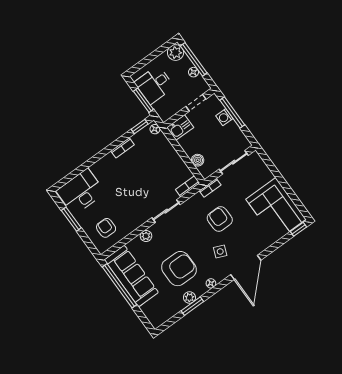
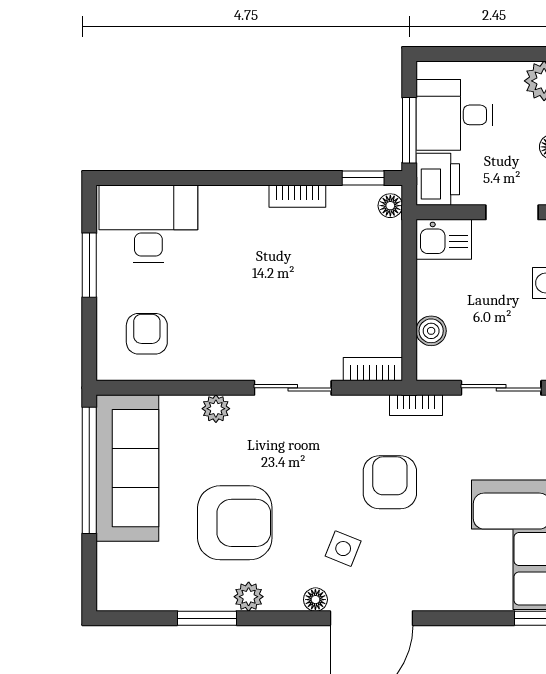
printer: (164, 109) -> (438, 179), added
floor lamp: (211, 283) -> (315, 600), moved
plant: (189, 297) -> (249, 597), moved

